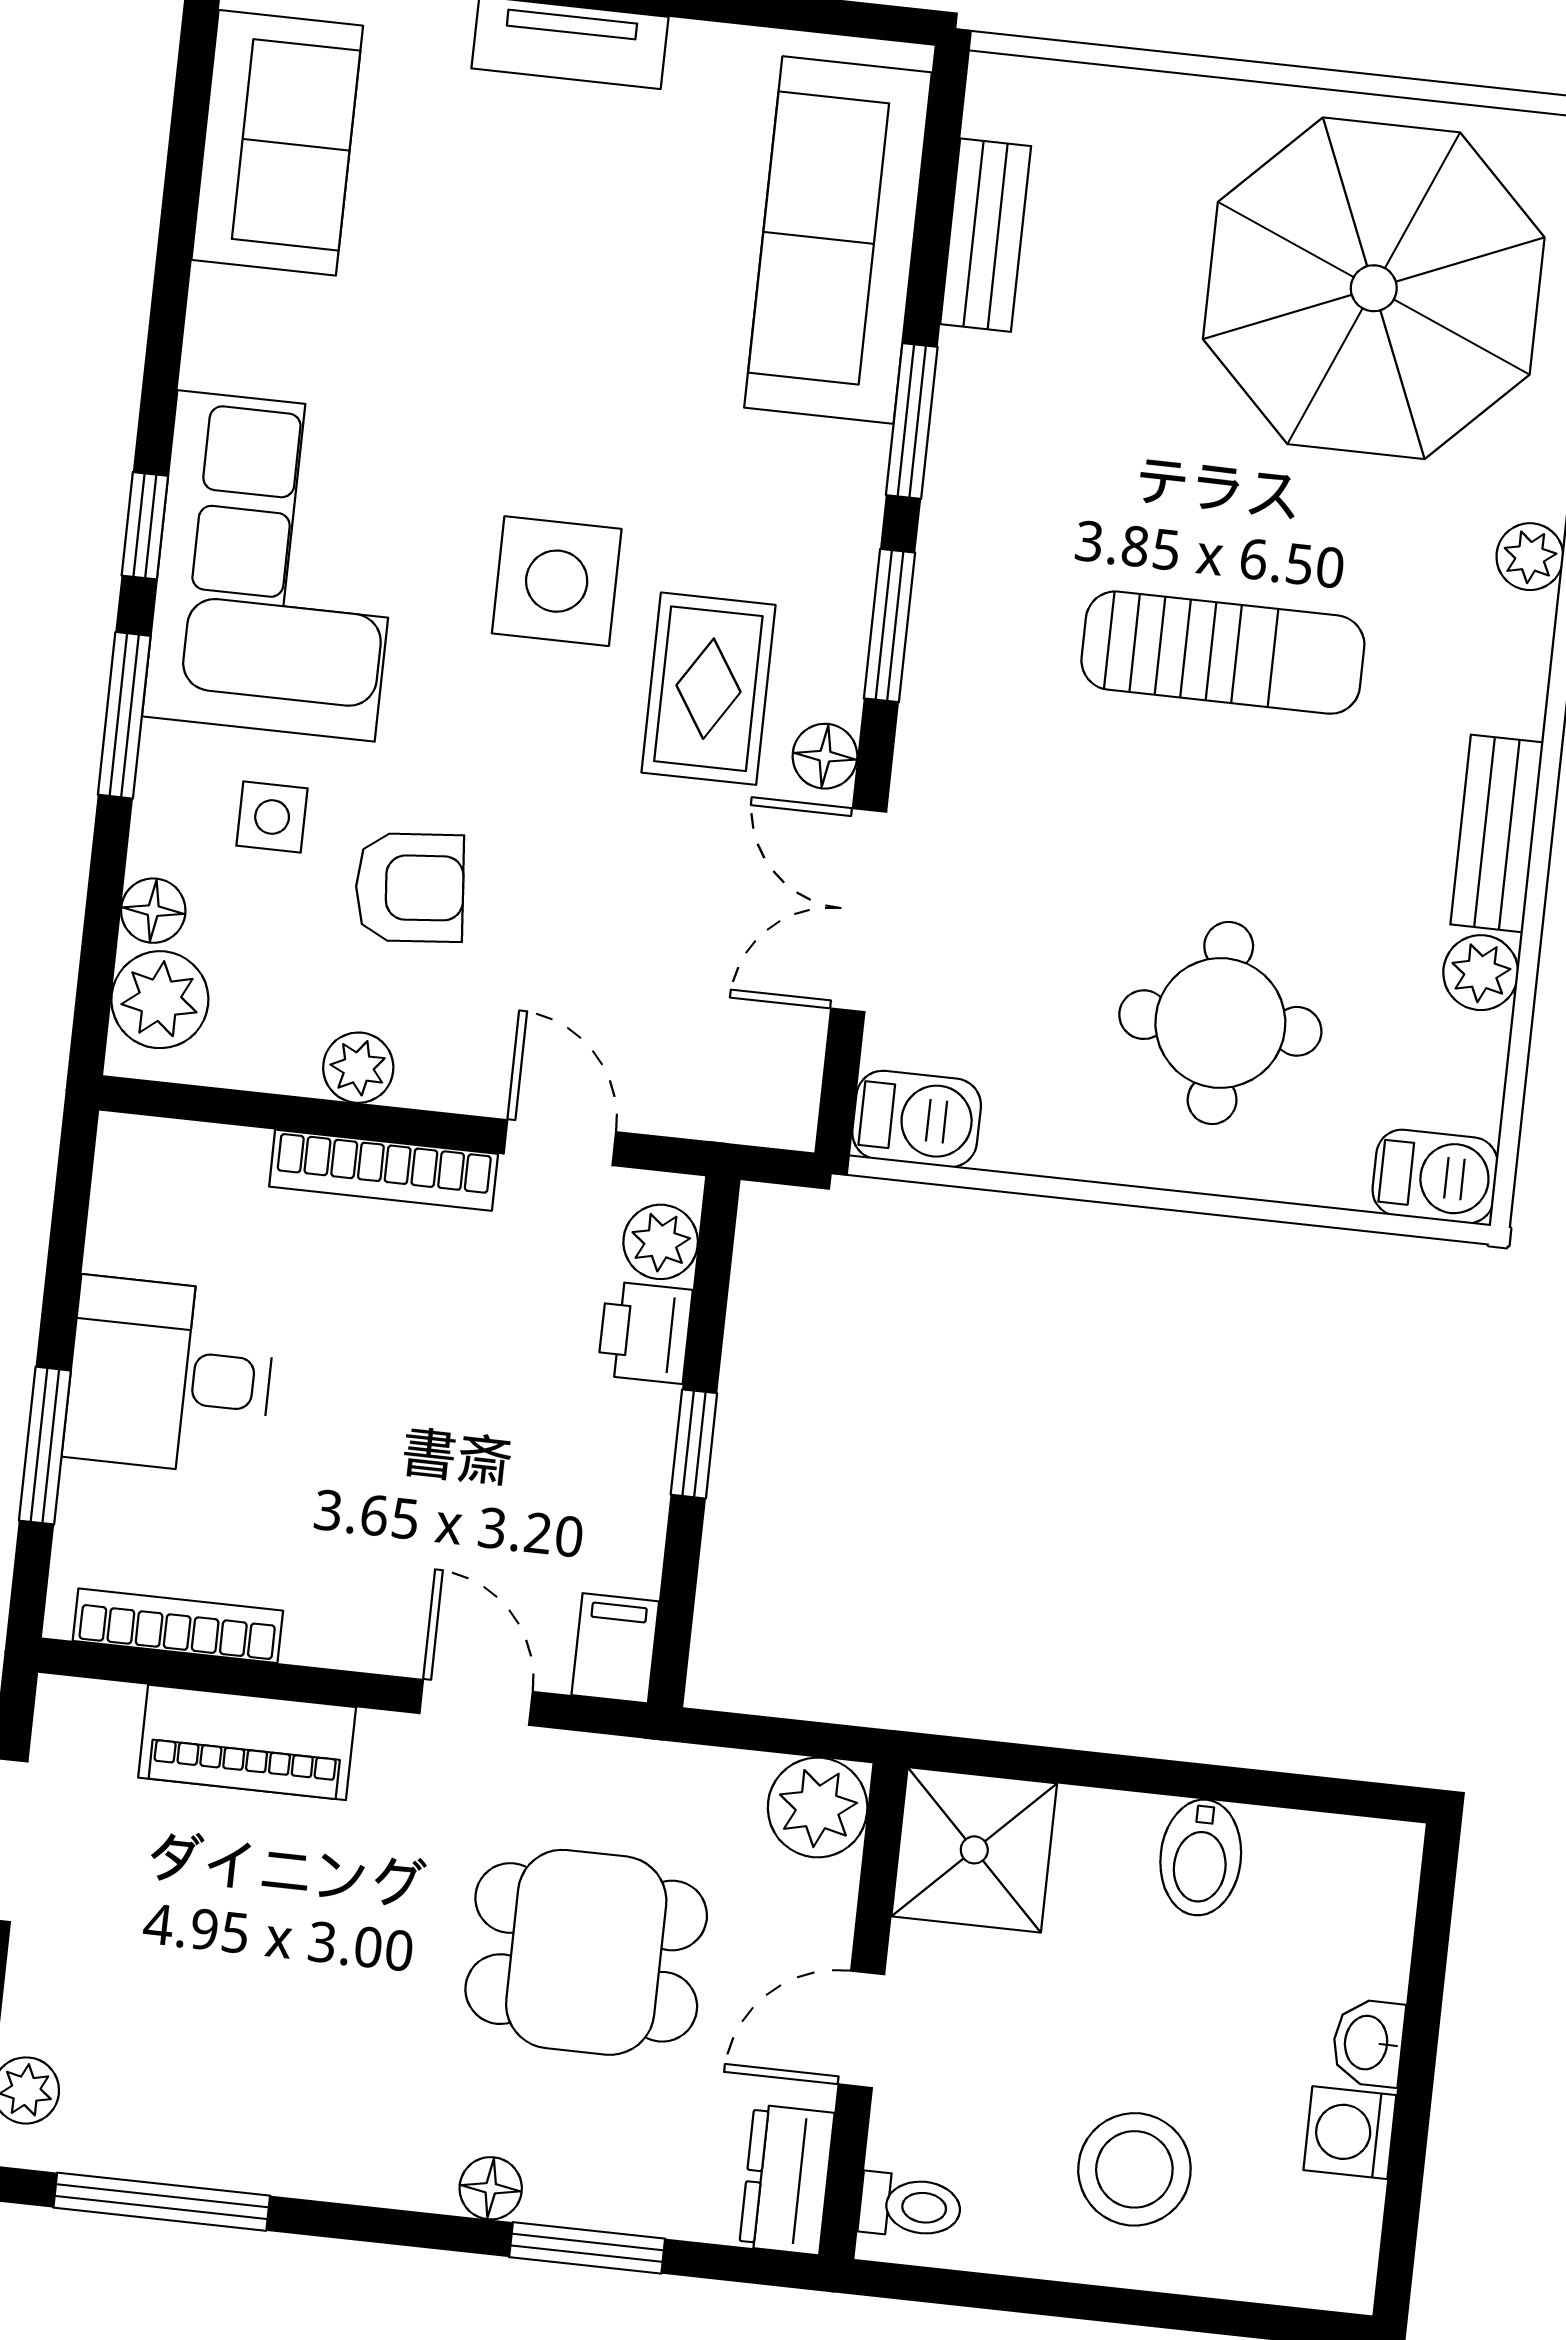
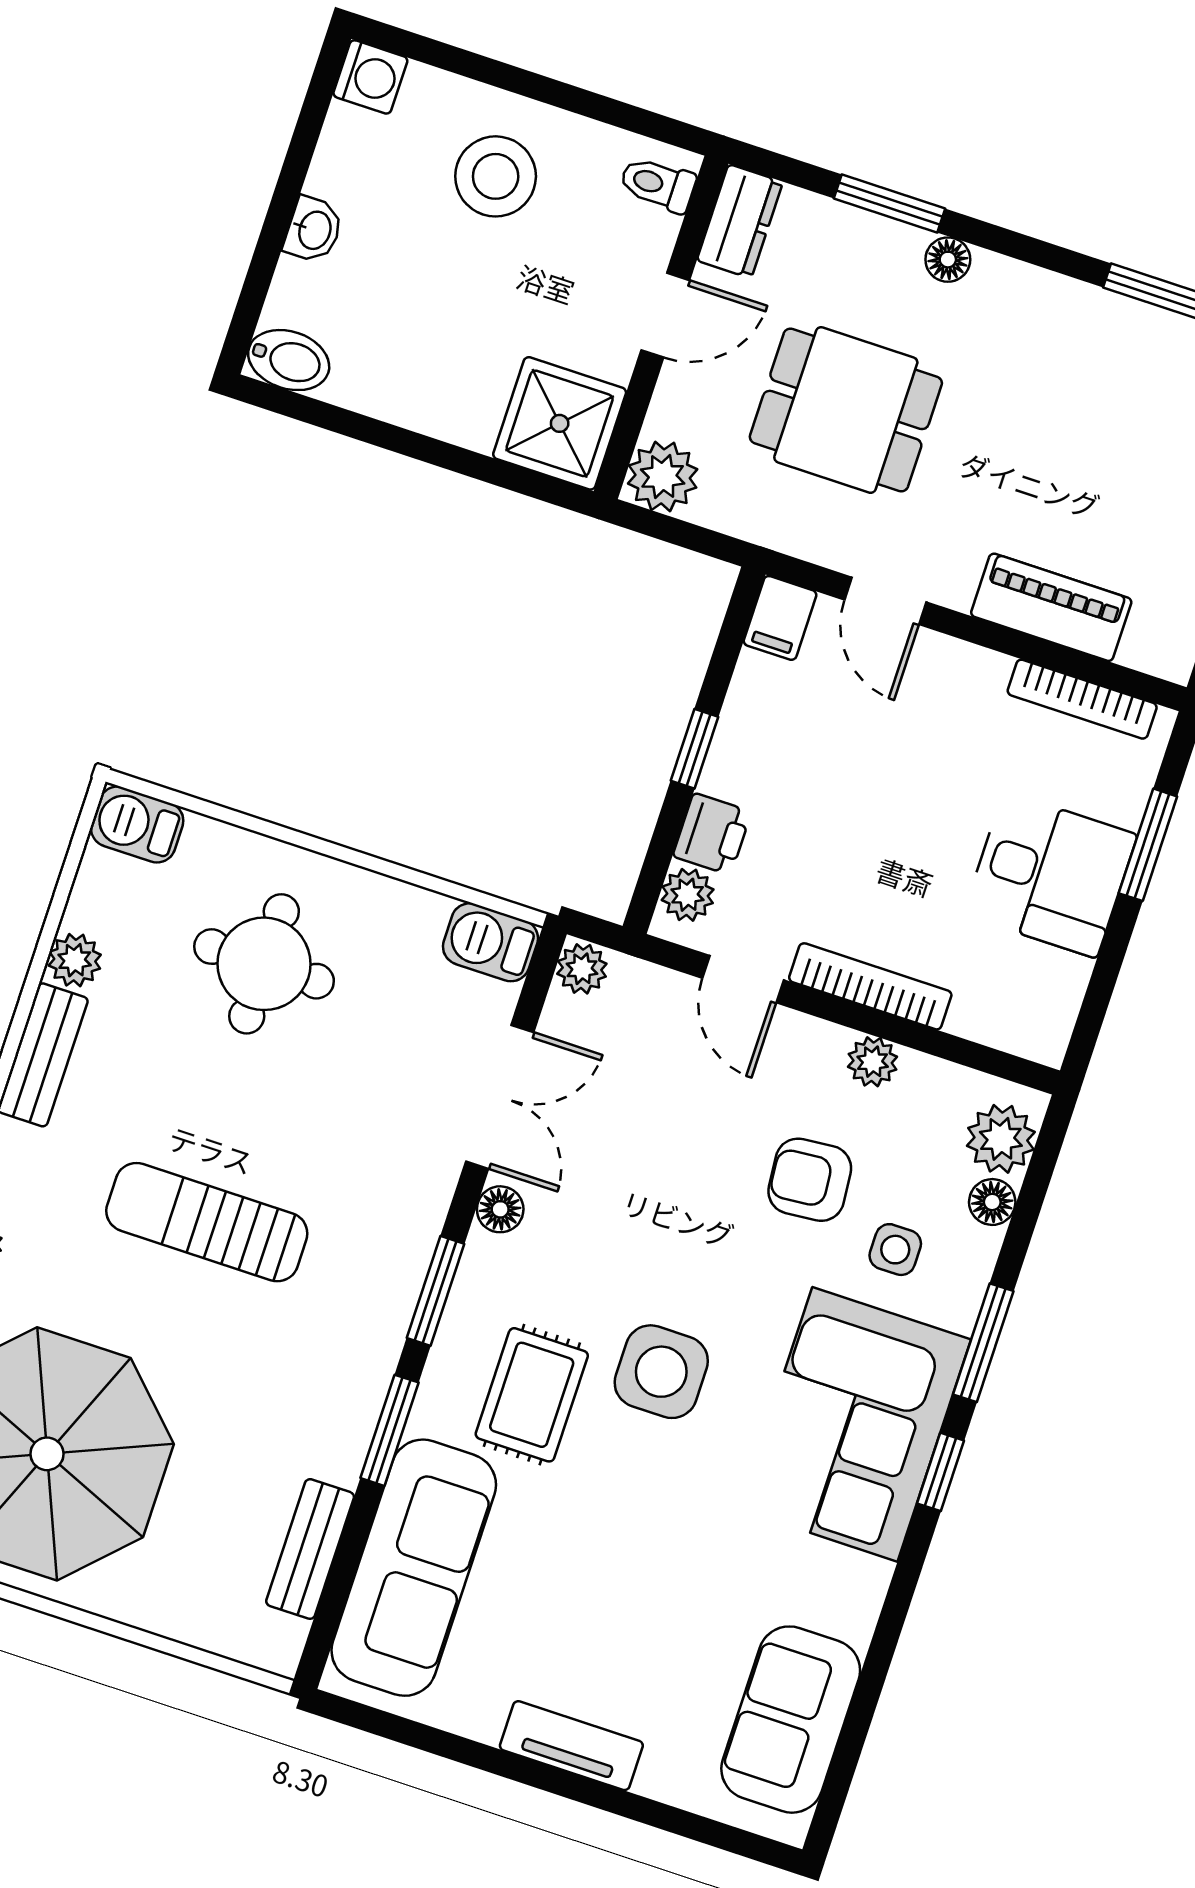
rug: (708, 689) -> (532, 1395), moved
plant: (784, 1110) -> (582, 969), added
bidet: (1201, 1857) -> (289, 360), moved, turned 90
washing machine: (1350, 2133) -> (370, 77), moved

